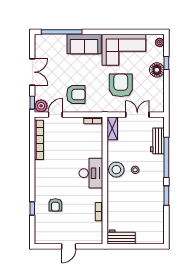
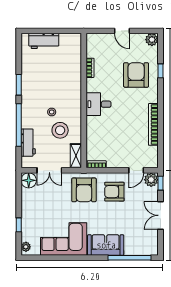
floor lamp: (157, 70) -> (29, 180), moved
armchair: (121, 85) -> (84, 190), moved
bookcase: (39, 140) -> (153, 124), moved
stool: (116, 170) -> (60, 130), moved
desk: (91, 173) -> (98, 104), width x0.73
armchair: (55, 205) -> (136, 75), width x1.88, depth x1.88
workbench: (121, 237) -> (44, 41), moved
plant: (40, 238) -> (152, 40), added
door: (69, 246) -> (122, 31), swing flipped

